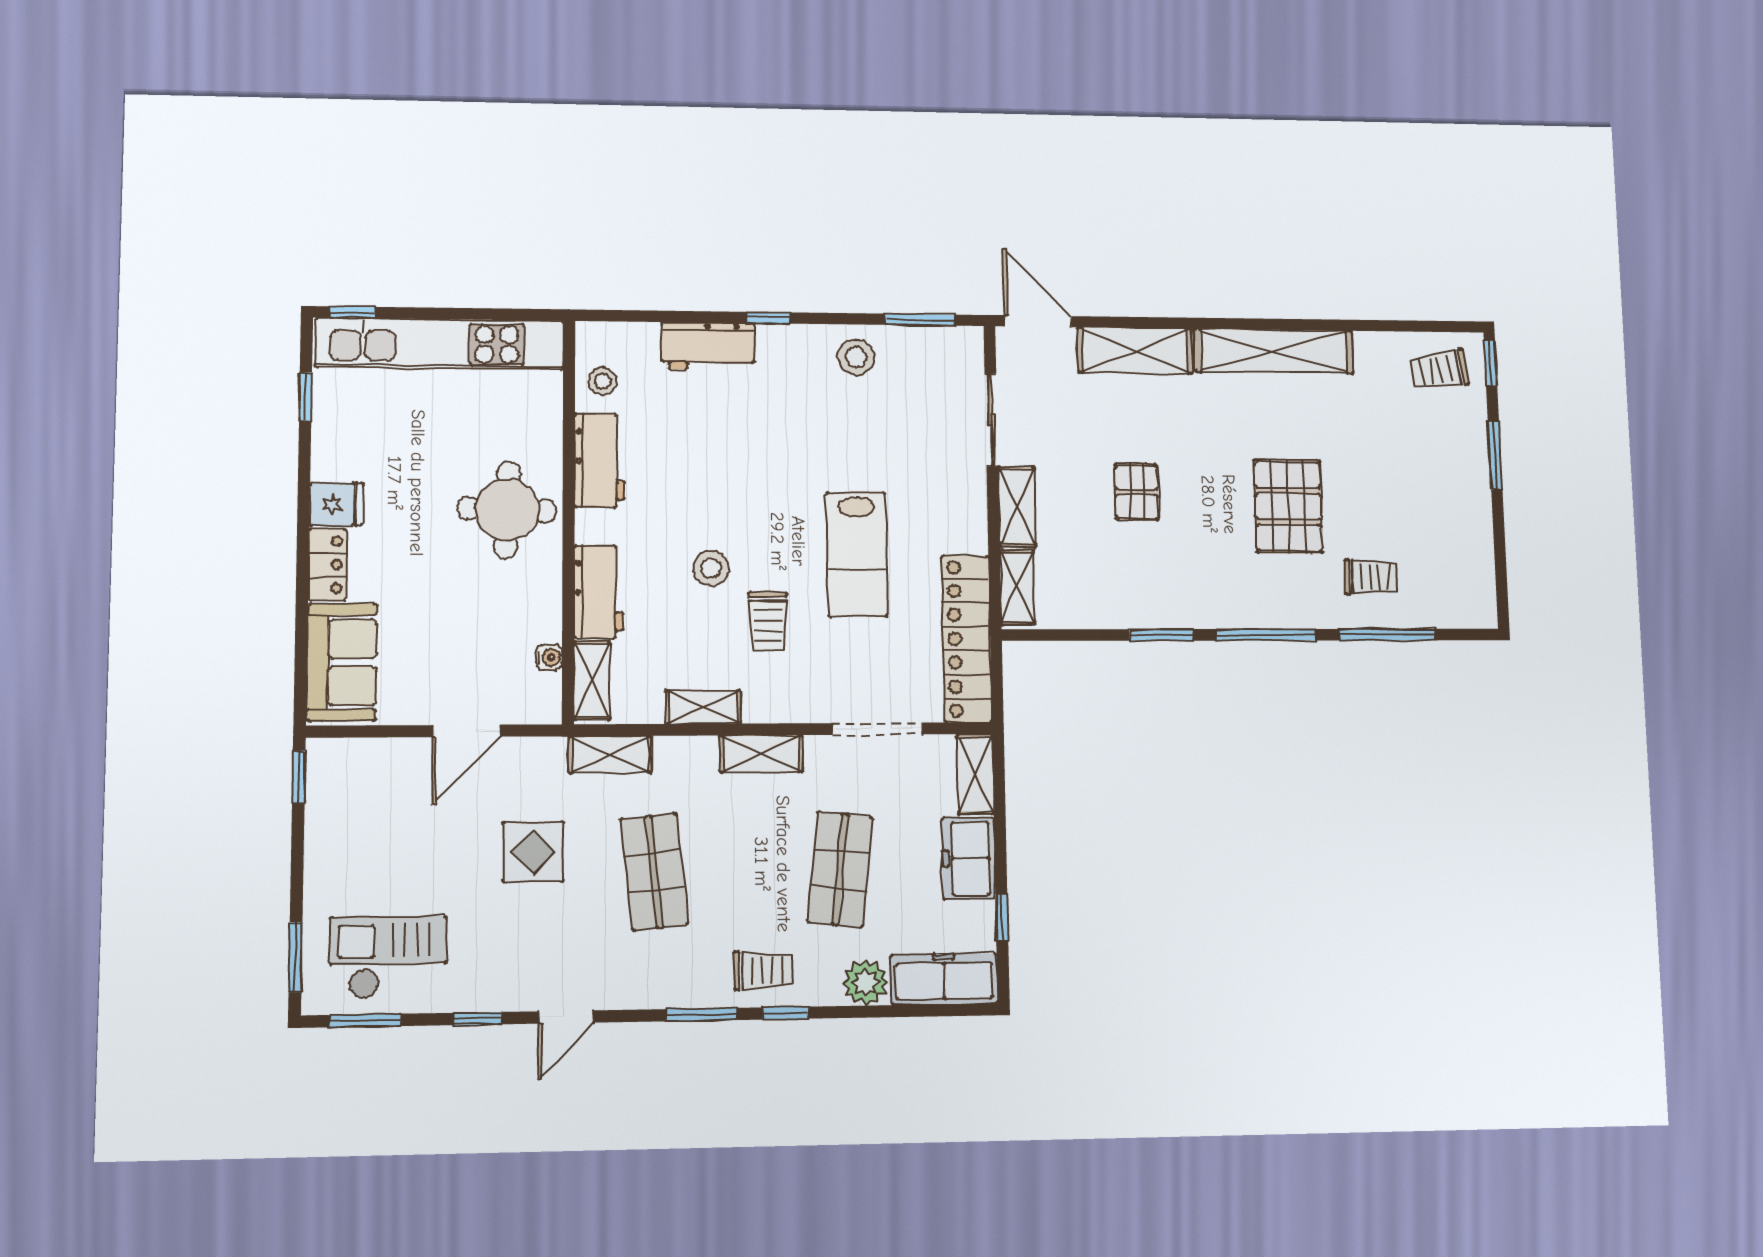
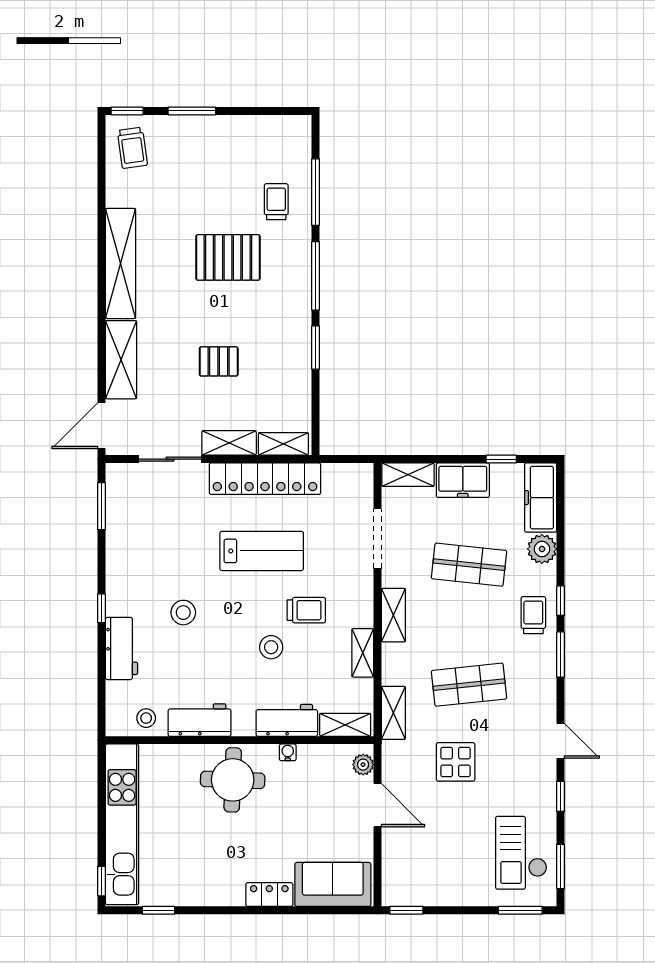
stool: (856, 357) -> (183, 613), moved
fridge: (336, 504) -> (230, 889), removed
locker: (967, 639) -> (265, 479), moved
water cooler: (549, 657) -> (288, 752), moved
plant: (530, 708) -> (363, 765), added

